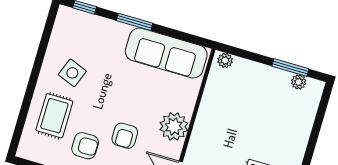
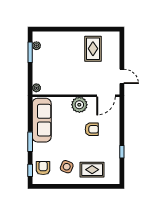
armchair: (85, 146) -> (43, 168), moved

